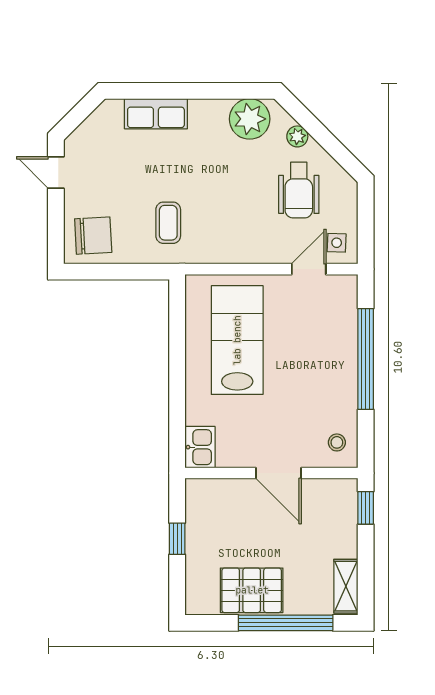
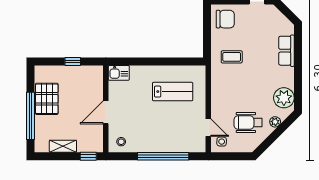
chair: (93, 236) -> (225, 19), turned -87
lab bench: (237, 340) -> (173, 92), width x0.73, depth x0.72
shelving: (346, 586) -> (63, 146), moved

